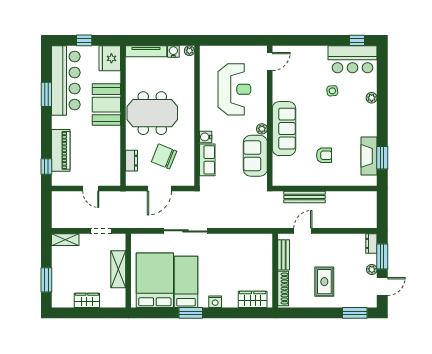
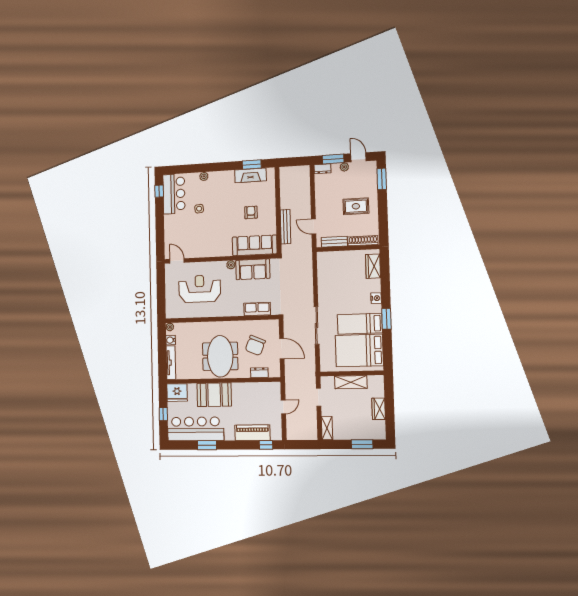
sofa: (284, 129) -> (255, 245), moved
water cooler: (206, 137) -> (238, 311), removed

